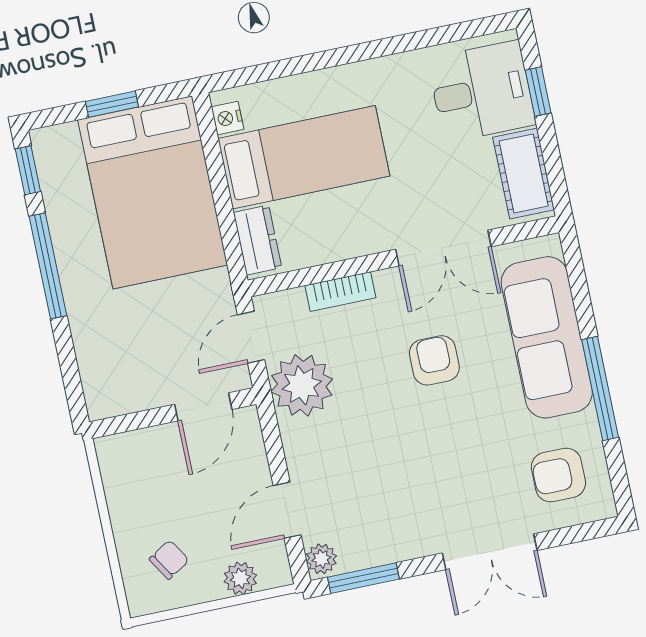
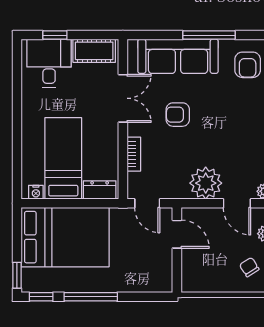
window: (112, 104) -> (17, 275), moved
plant: (302, 385) -> (206, 183), moved

